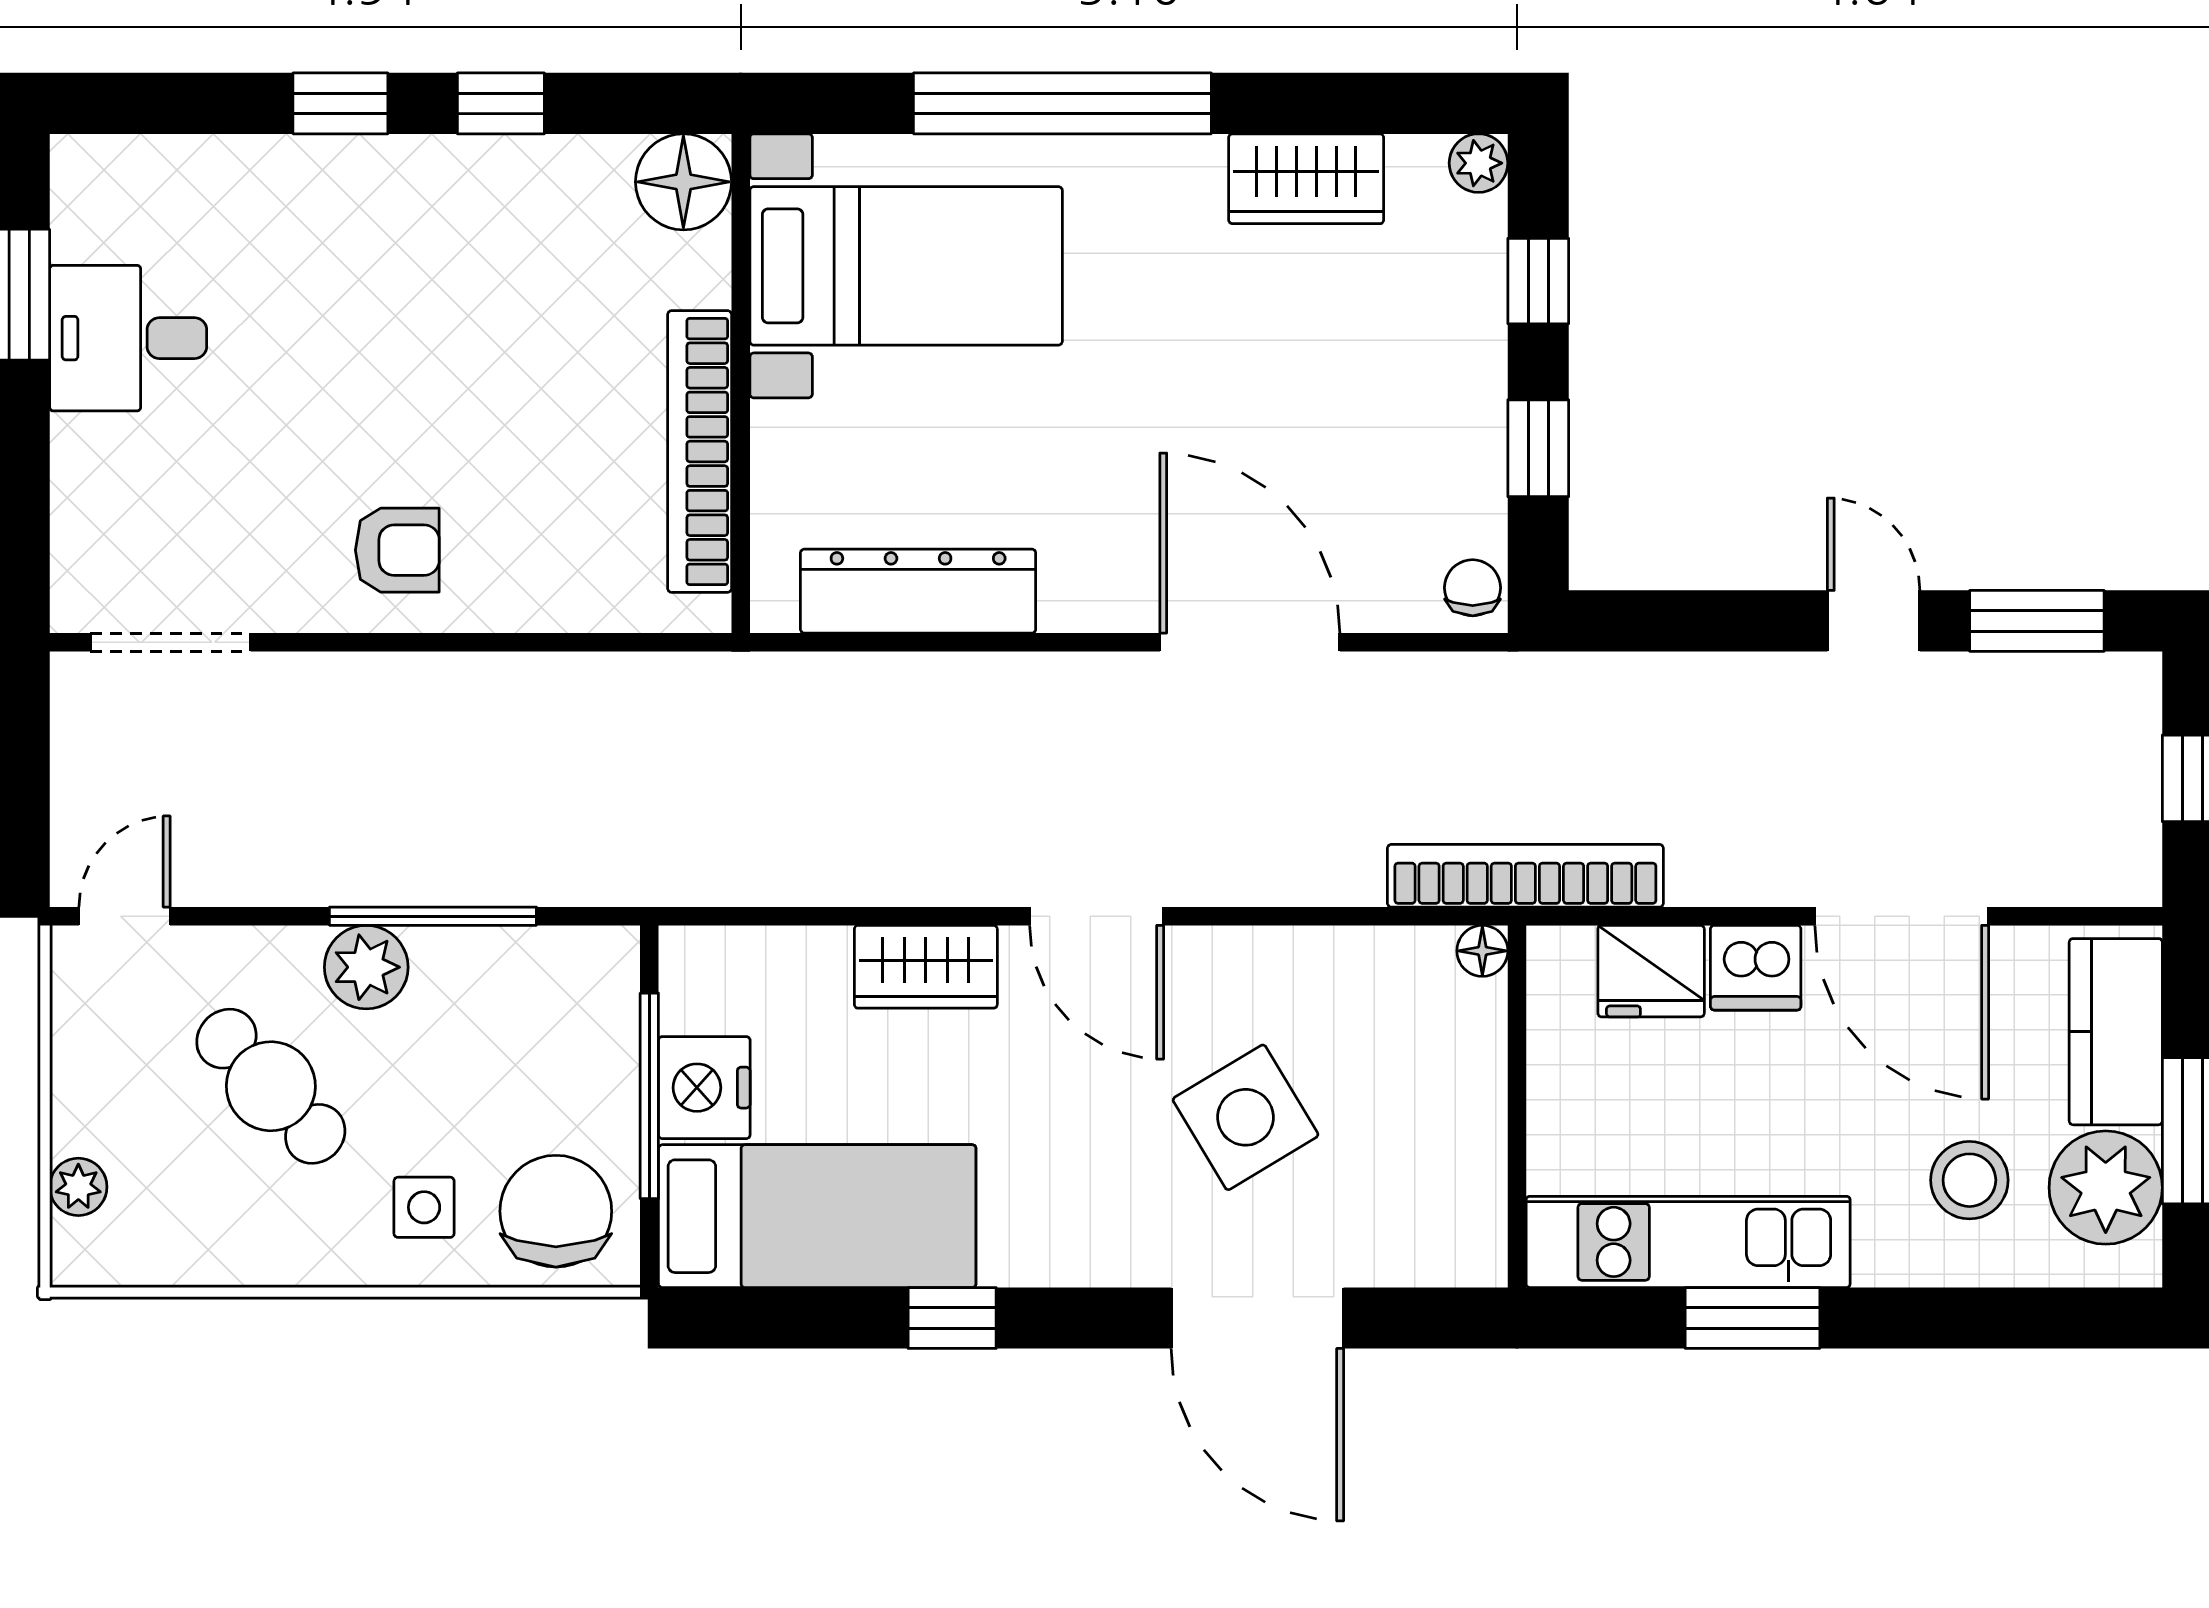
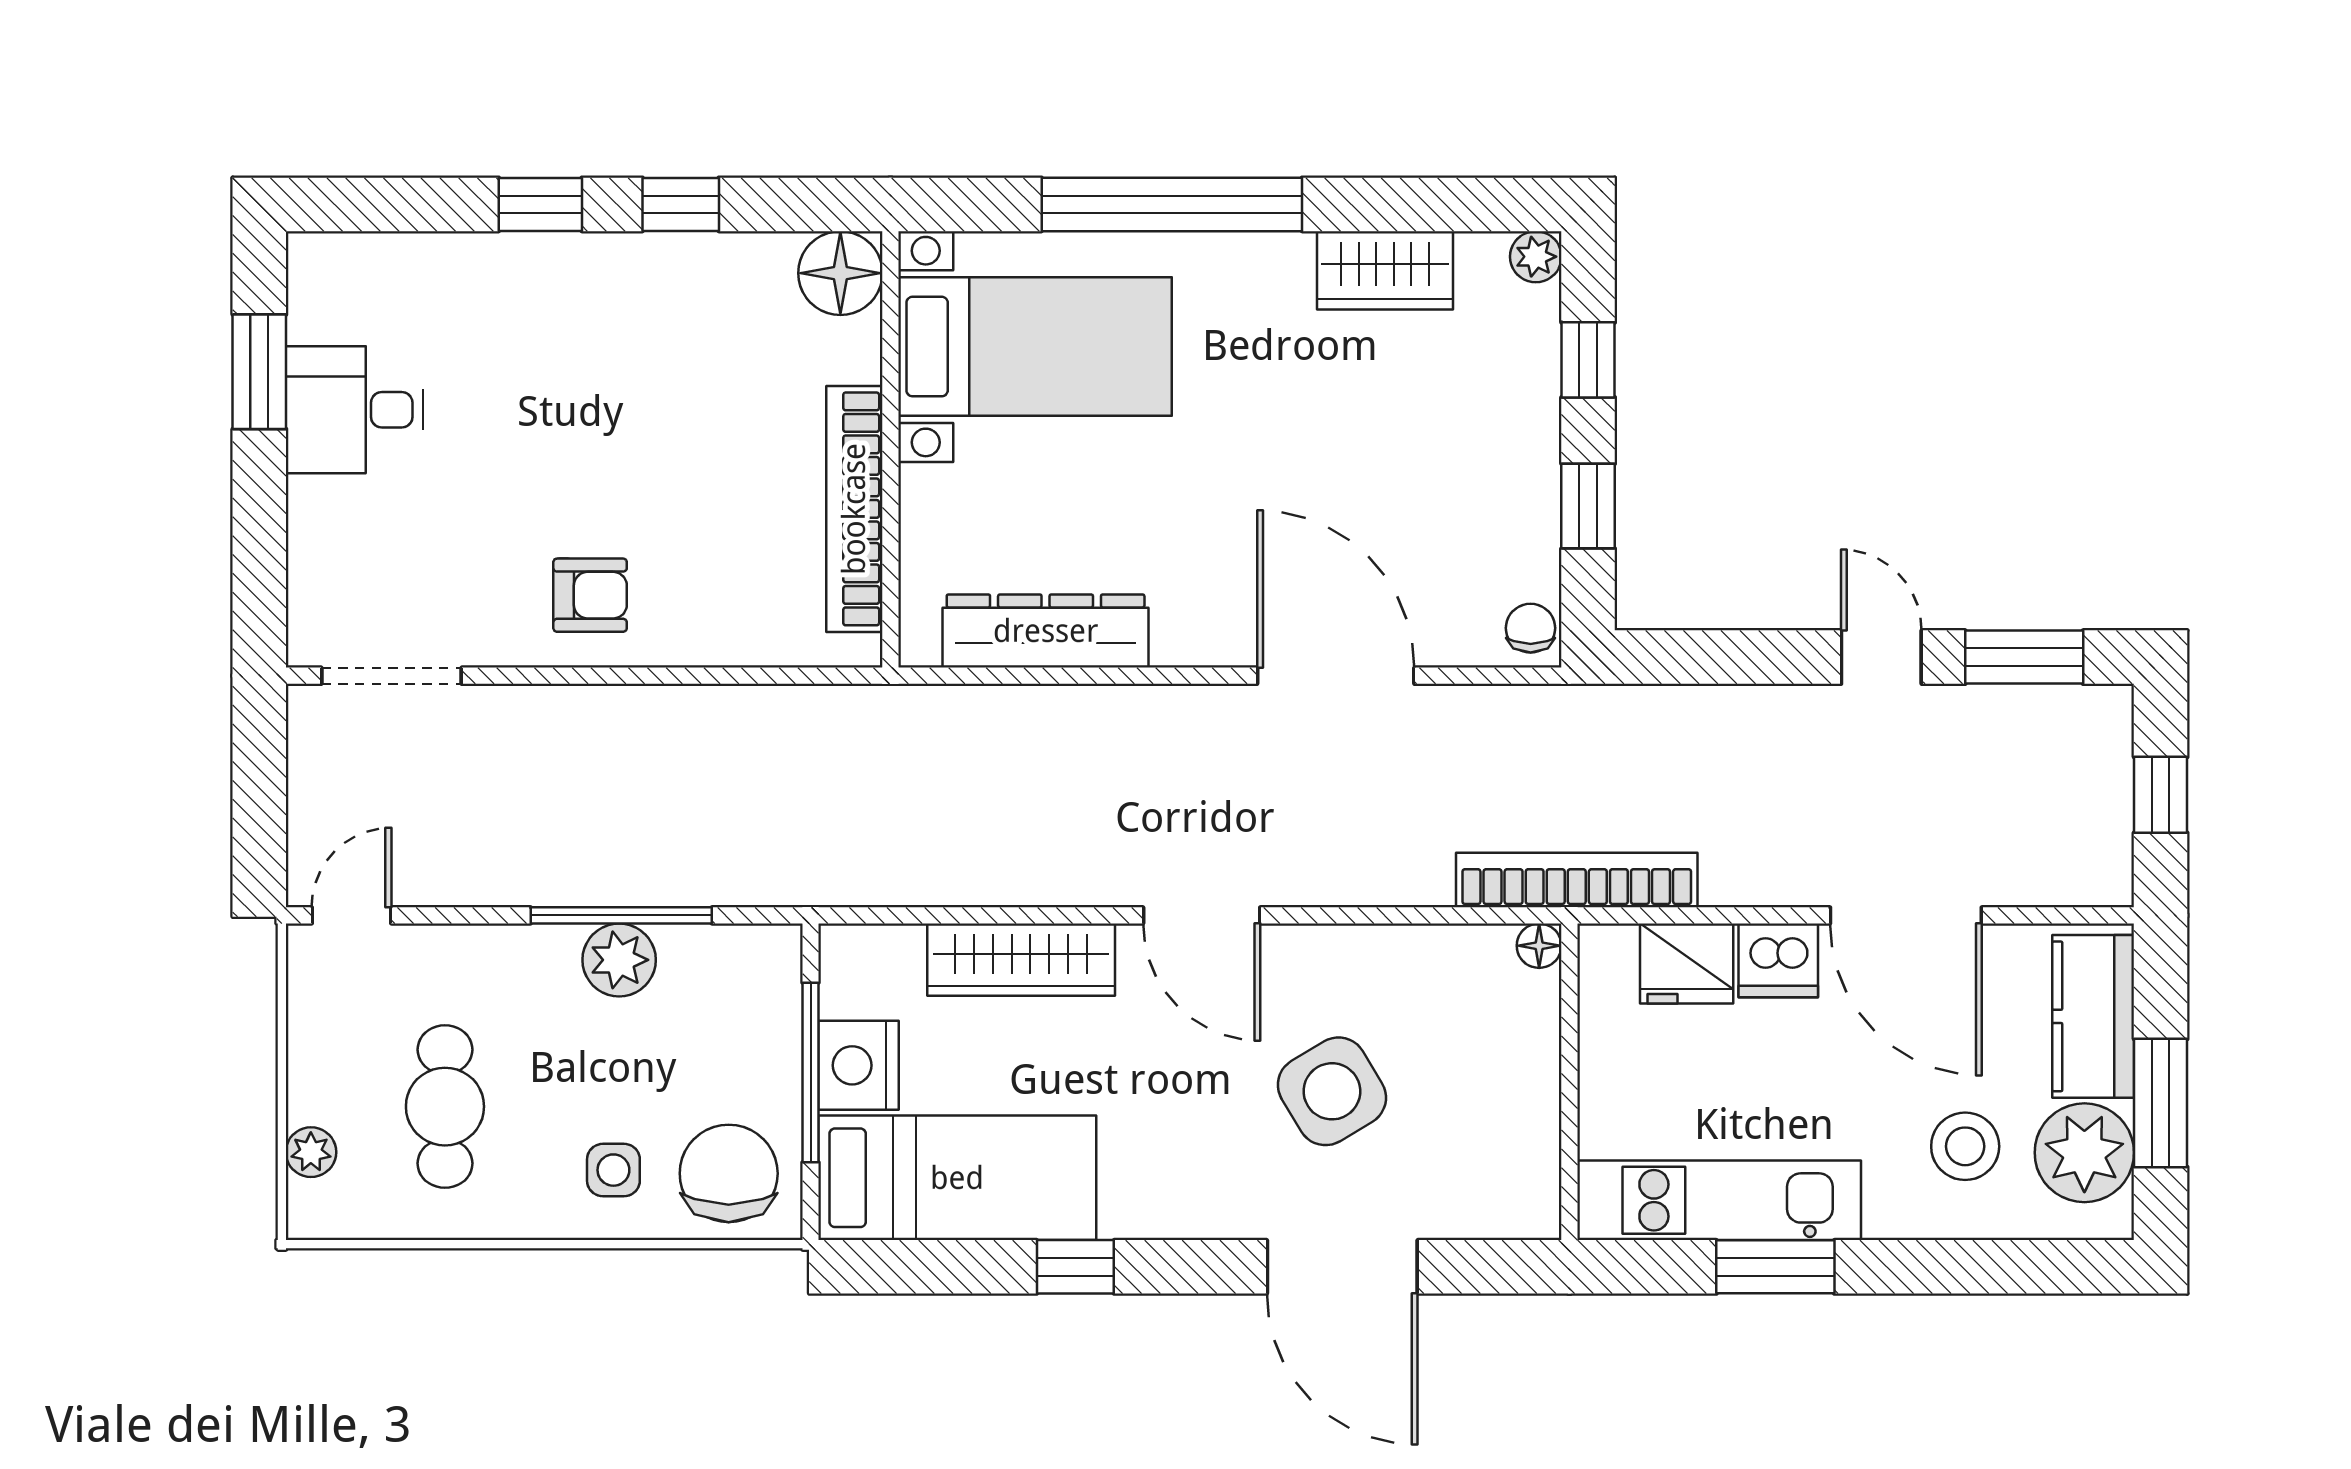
plant: (366, 967) -> (619, 960), moved
wardrobe: (926, 967) -> (1021, 960), width x1.50
cafe table: (271, 1086) -> (445, 1107), moved, turned 43

